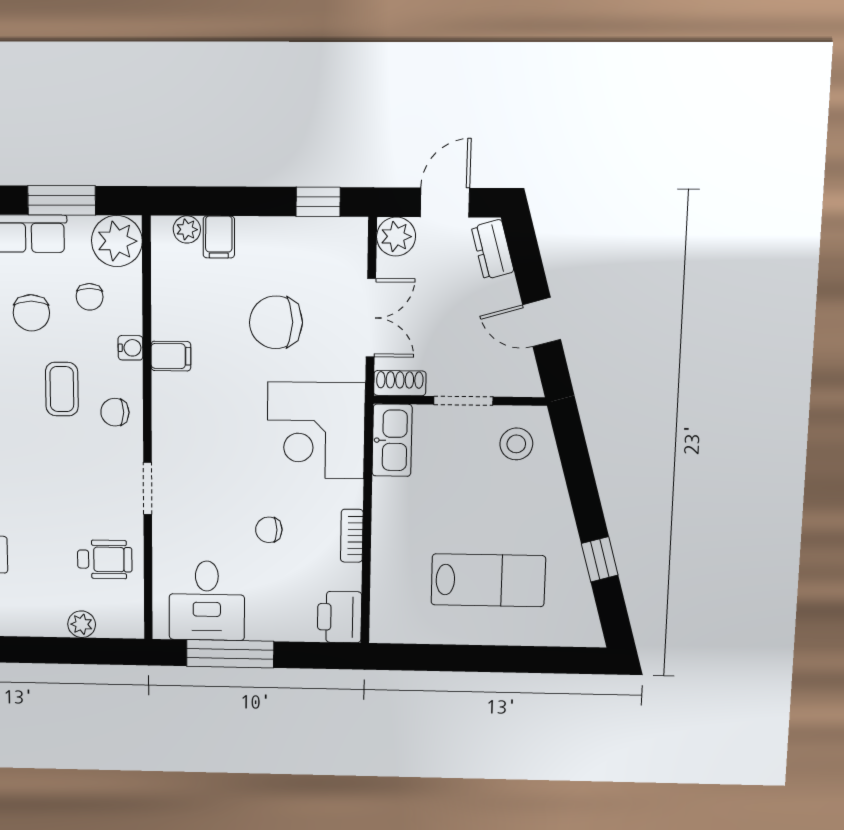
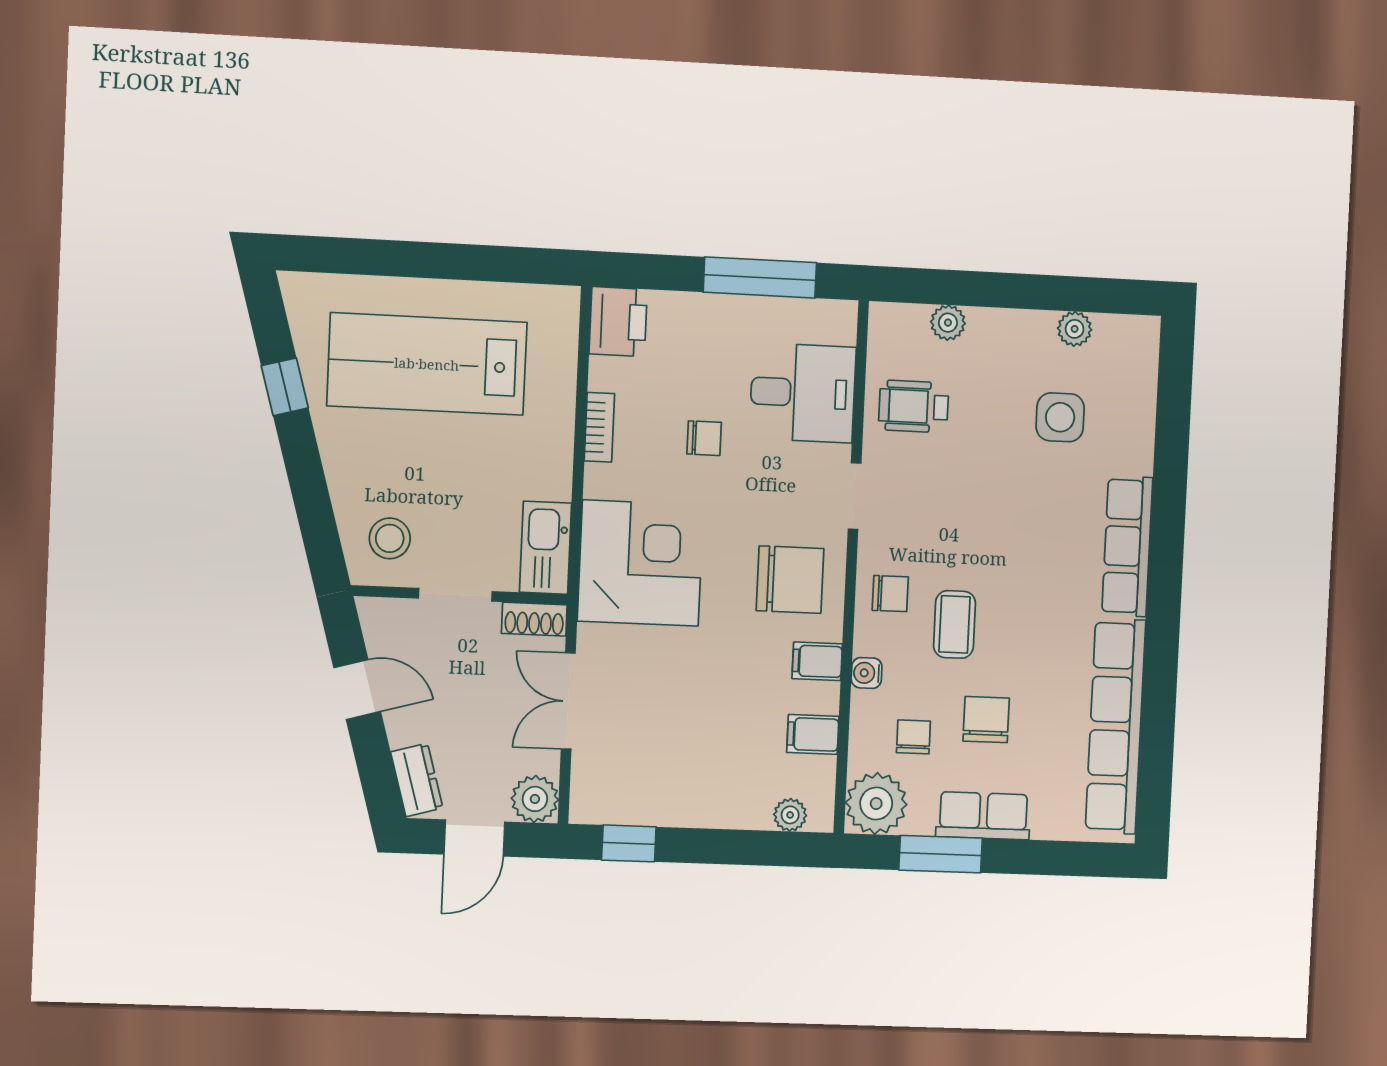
filing cabinet: (219, 237) -> (813, 734), moved, turned -90
chair: (276, 322) -> (790, 580), moved
lab bench: (488, 580) -> (427, 364), width x1.36, depth x1.39
desk: (207, 601) -> (803, 393), moved, turned 90

